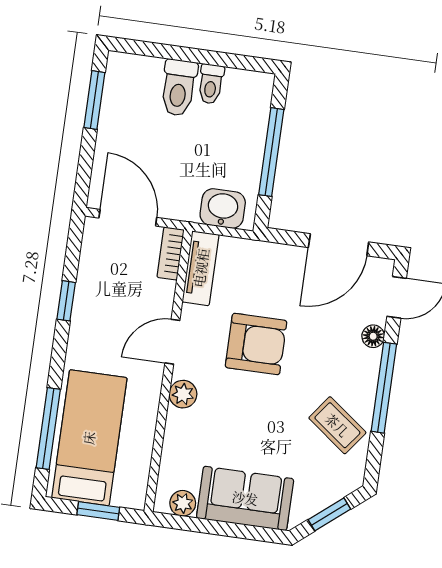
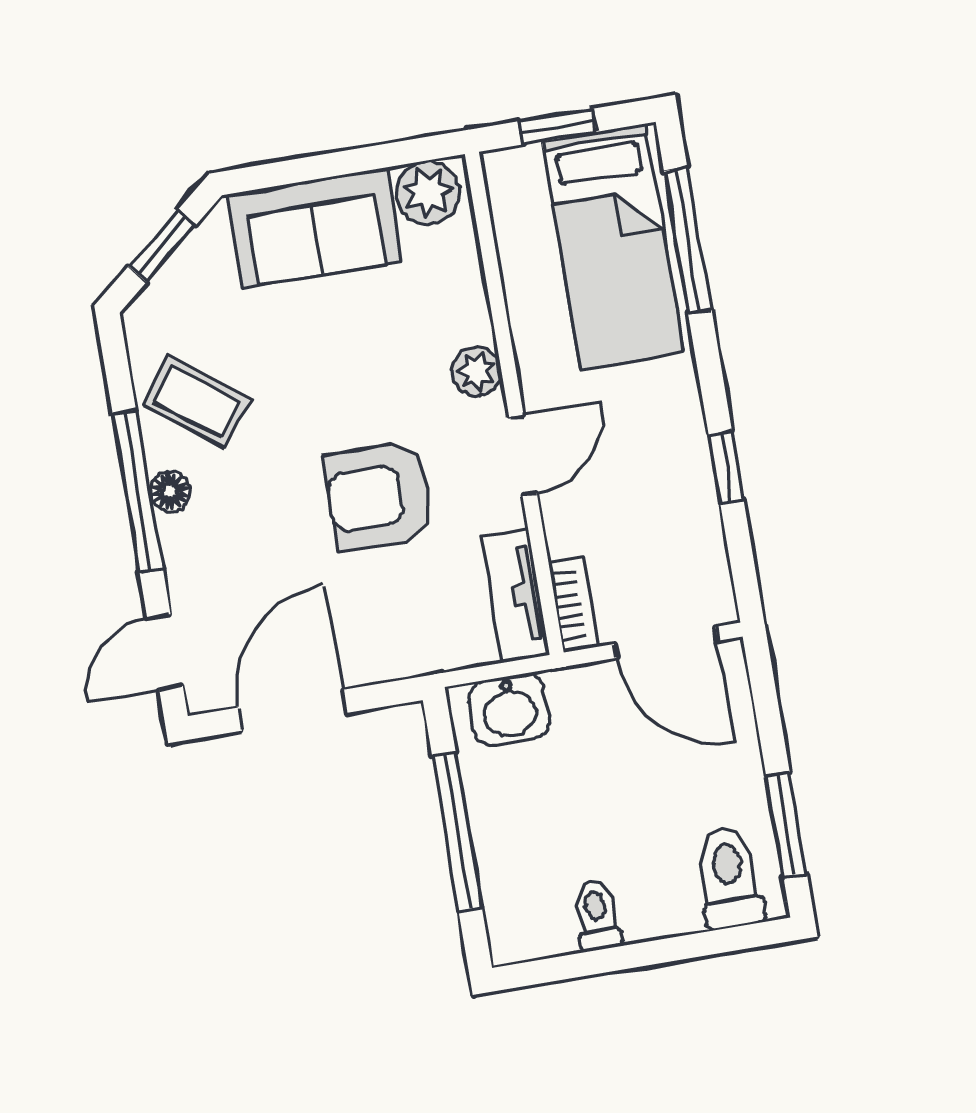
toilet: (179, 88) -> (729, 878), moved
floor lamp: (373, 336) -> (170, 491), moved
plant: (183, 503) -> (428, 192), width x1.38, depth x1.38

